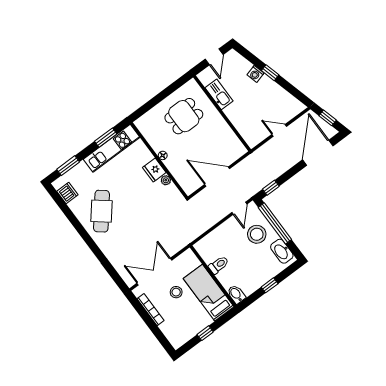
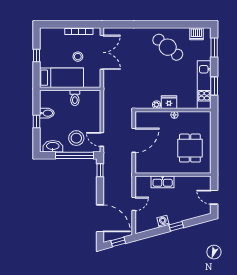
washing machine: (256, 74) -> (163, 221), moved
kitchen sink: (219, 94) -> (163, 182), moved
bidet: (236, 294) -> (47, 113), moved

